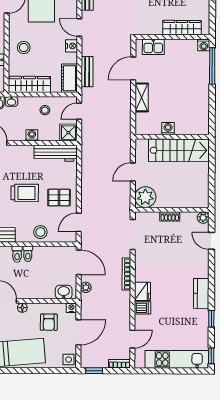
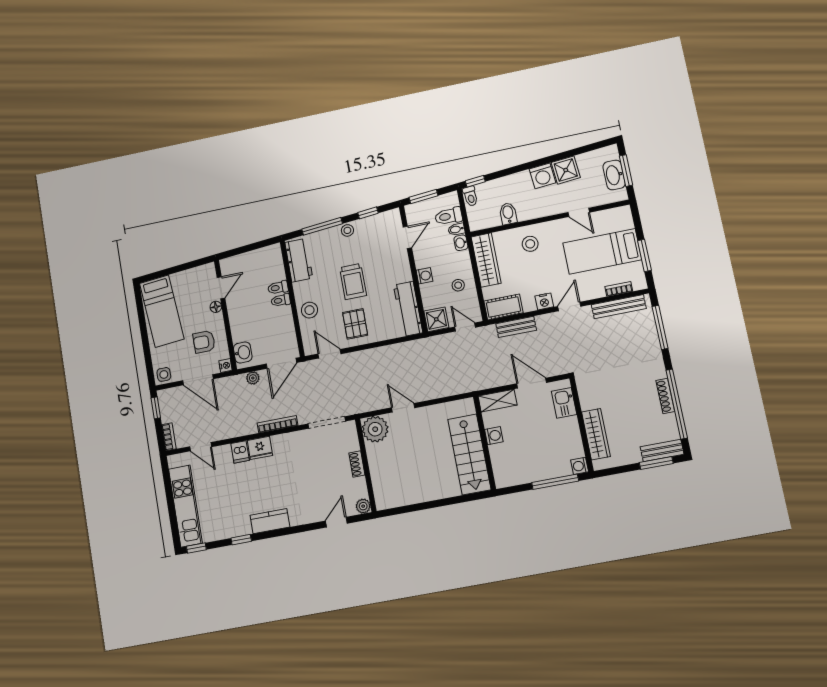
washing machine: (168, 129) -> (494, 436), moved
wall: (172, 137) -> (485, 443), moved
stairs: (179, 150) -> (469, 454), moved

